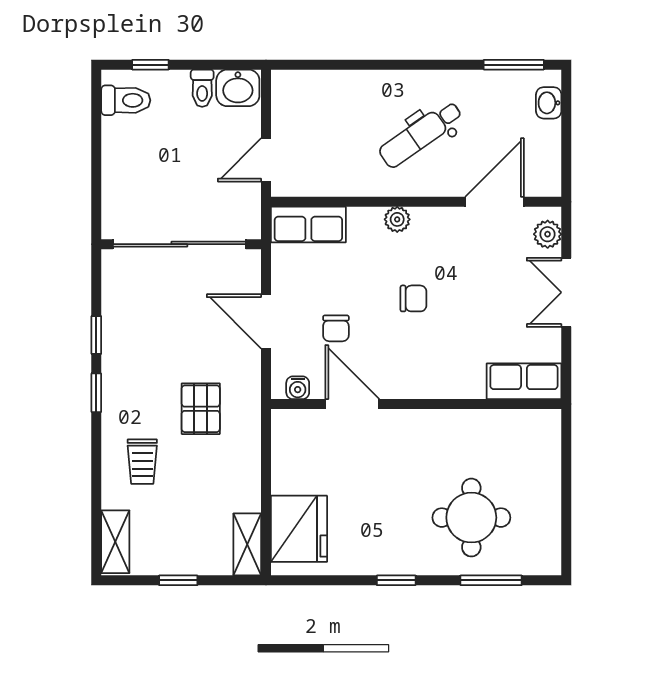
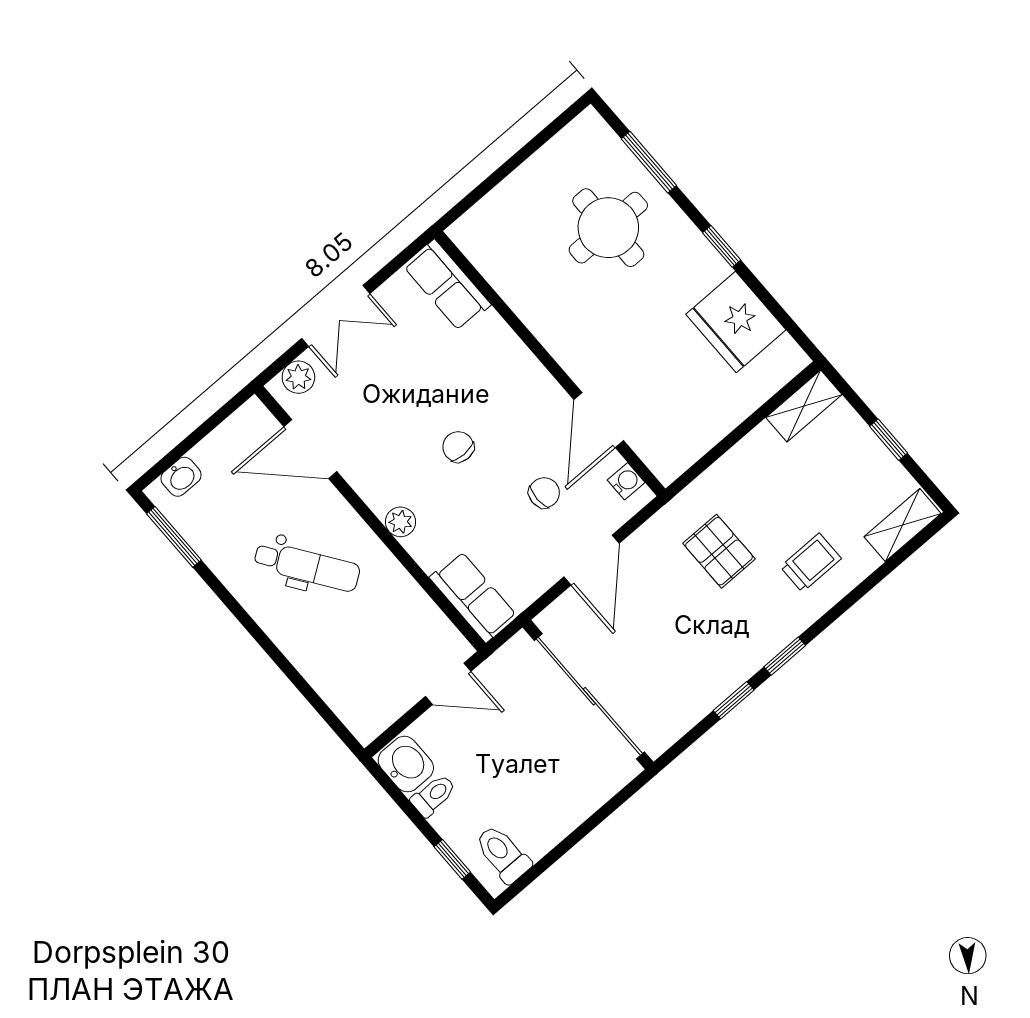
pallet: (201, 409) -> (719, 551), turned 90
fridge: (299, 529) -> (736, 322), moved, turned -90

